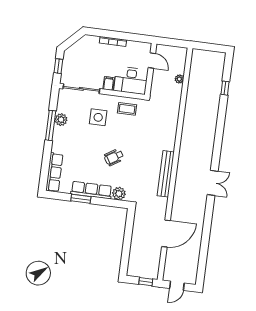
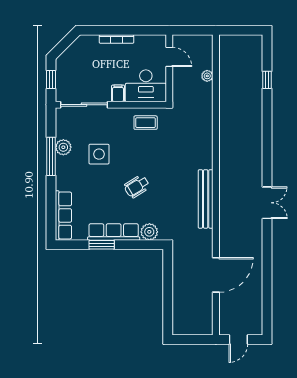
side table: (98, 117) -> (99, 154), moved
window: (146, 282) -> (198, 340), removed

